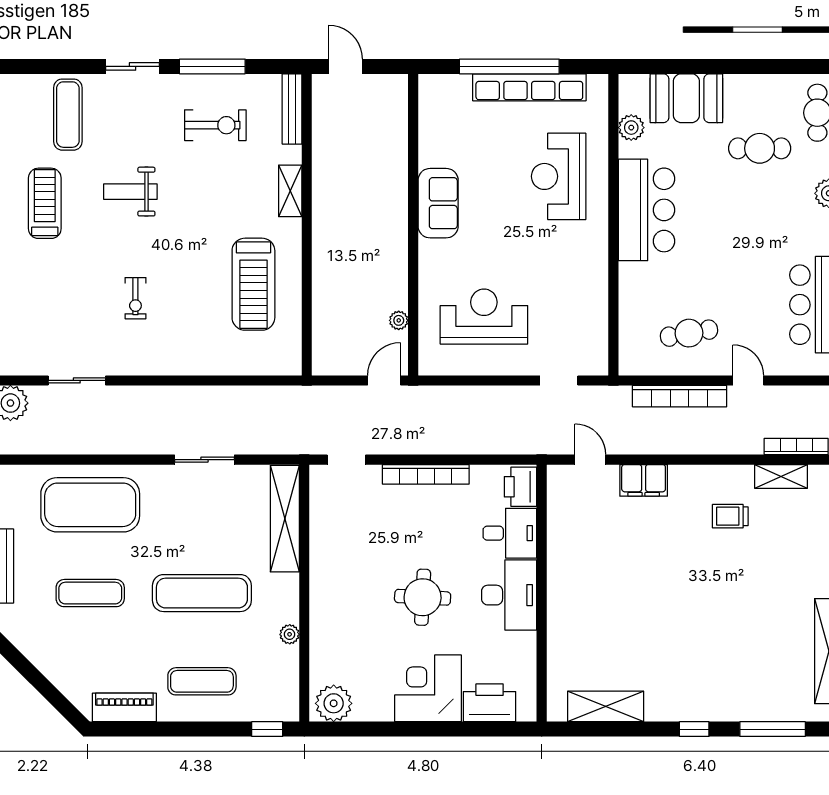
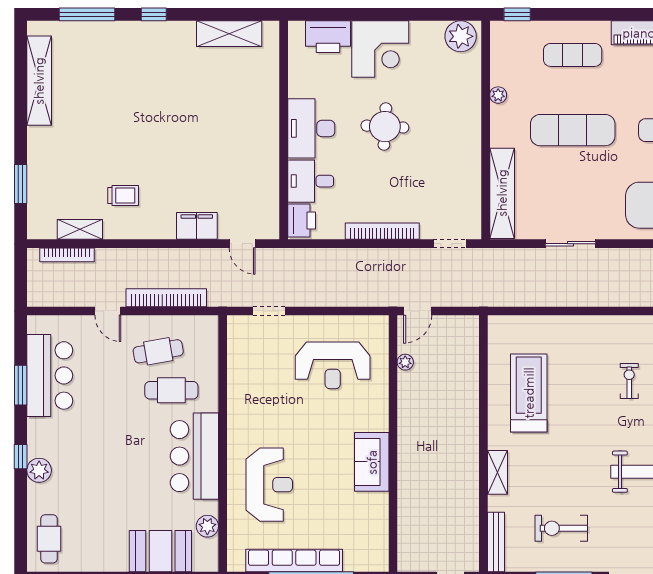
cafe table: (760, 148) -> (171, 390), moved

